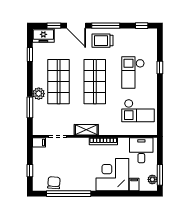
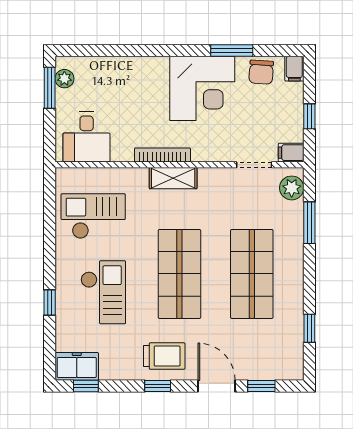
window: (106, 26) -> (158, 386), width x0.46
freezer: (43, 35) -> (77, 366), moved
plant: (39, 94) -> (292, 188), moved
shelving: (86, 130) -> (173, 178), moved
window: (30, 171) -> (309, 116), moved
corner desk: (112, 175) -> (202, 88), moved
filing cabinet: (134, 184) -> (294, 69), moved
window: (69, 194) -> (232, 51), width x0.47

